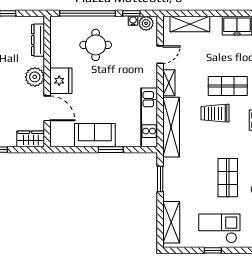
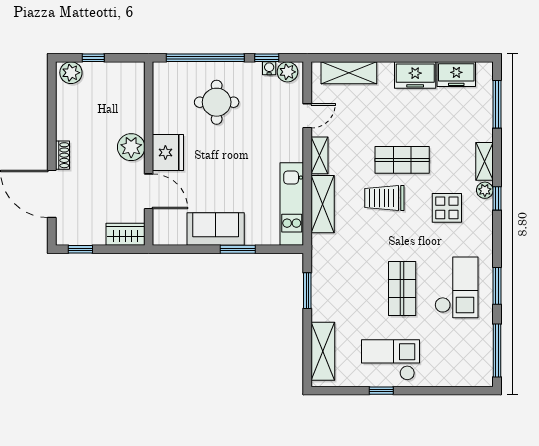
dresser: (38, 40) -> (136, 95), removed
shelving: (171, 127) -> (323, 204), width x0.68

